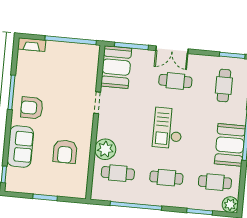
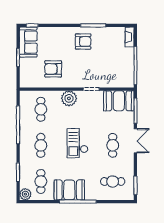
double door: (172, 50) -> (135, 141), swing flipped
armchair: (32, 108) -> (83, 41), turned 90
checkout: (168, 128) -> (78, 143), turned -90
sofa: (20, 146) -> (28, 42), moved, turned -90
plant: (105, 149) -> (69, 98), moved

